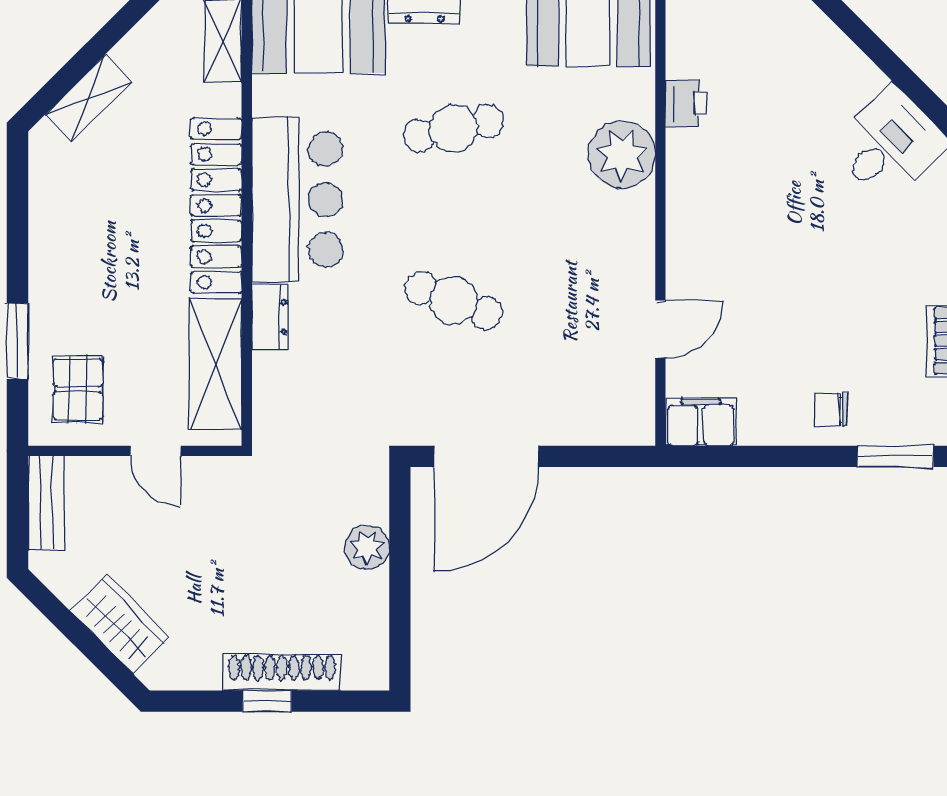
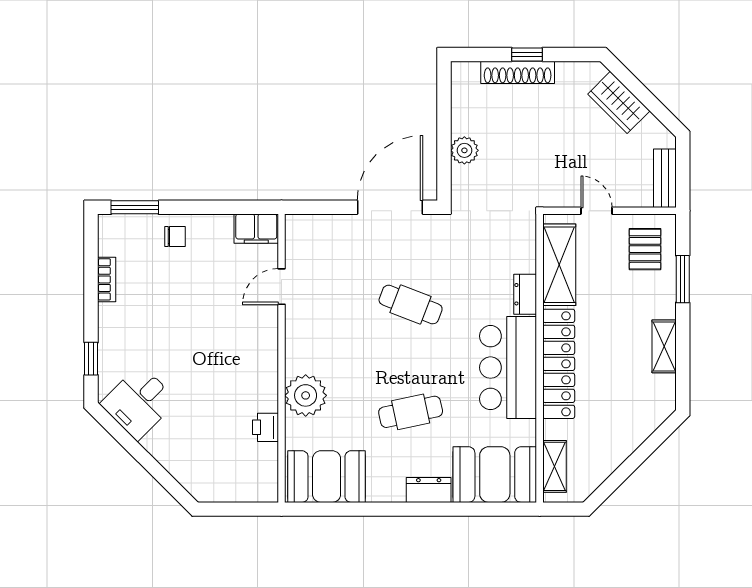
shelving: (88, 98) -> (664, 346), moved, turned -45

